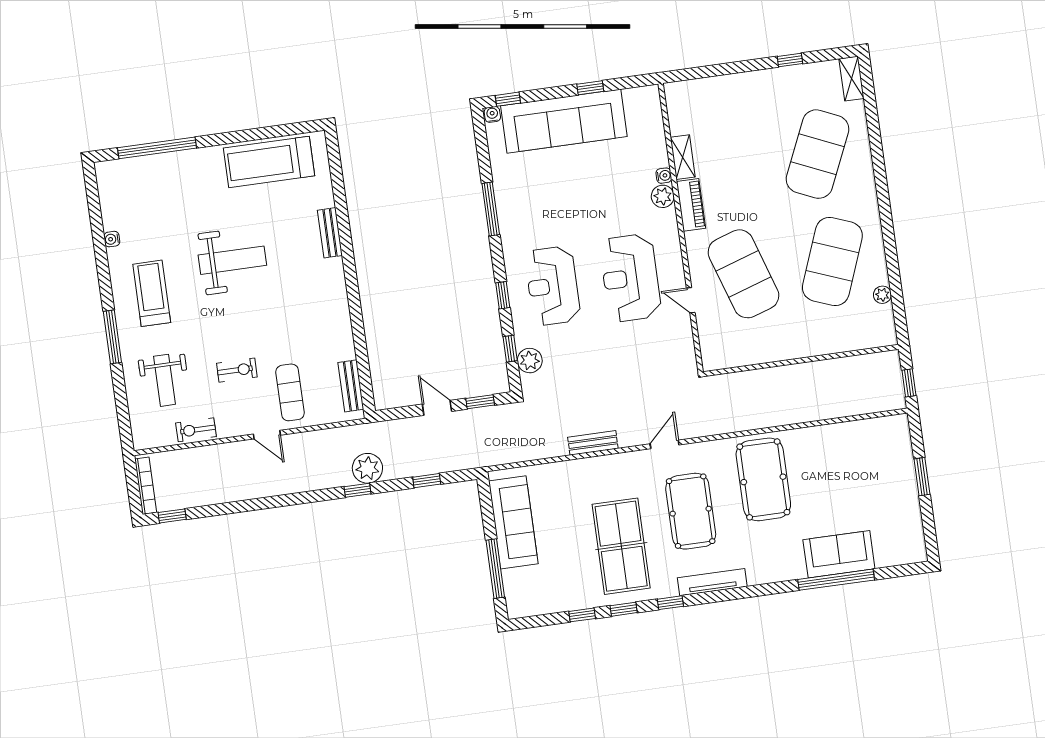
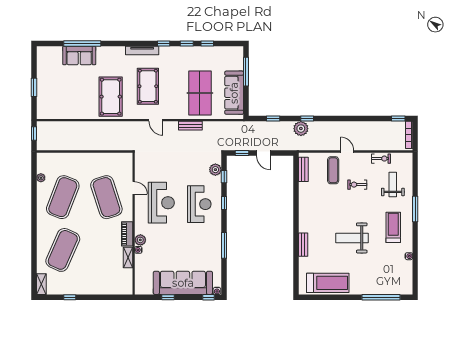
treadmill: (152, 293) -> (393, 227), turned 180
door: (665, 444) -> (156, 120), hinge flipped
table tennis table: (621, 546) -> (200, 93), moved

